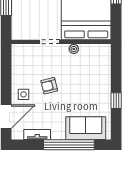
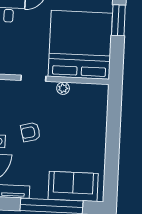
window: (116, 101) -> (112, 154), removed

